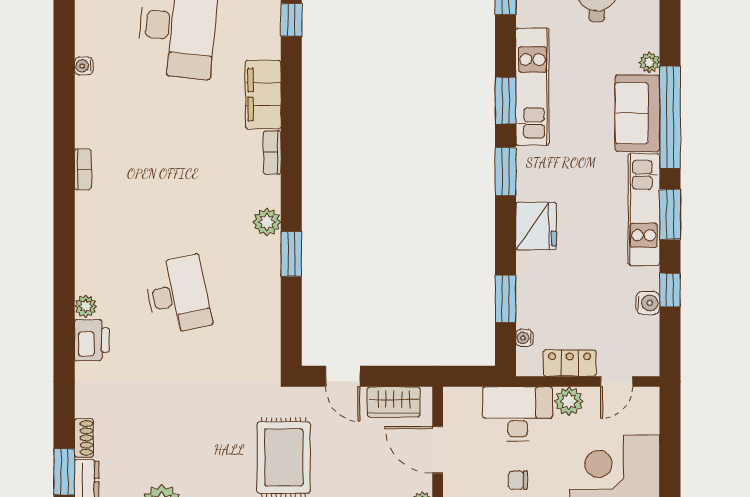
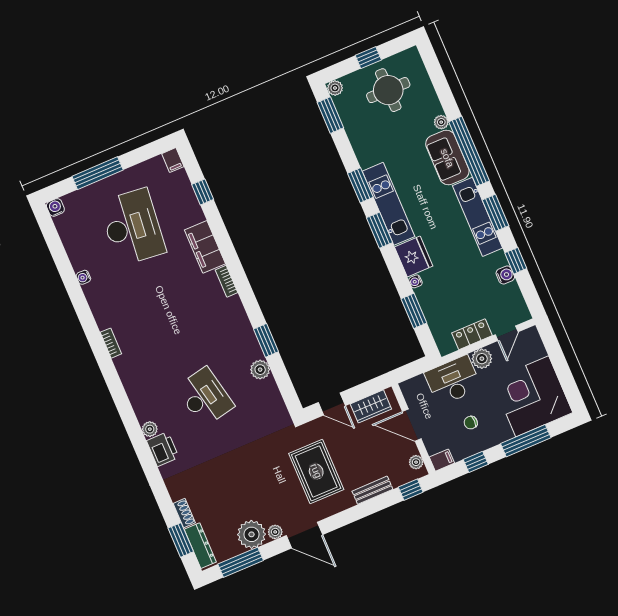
kitchen unit: (532, 87) -> (388, 204), moved
plant: (267, 222) -> (260, 370), moved
water cooler: (524, 338) -> (416, 281), moved

